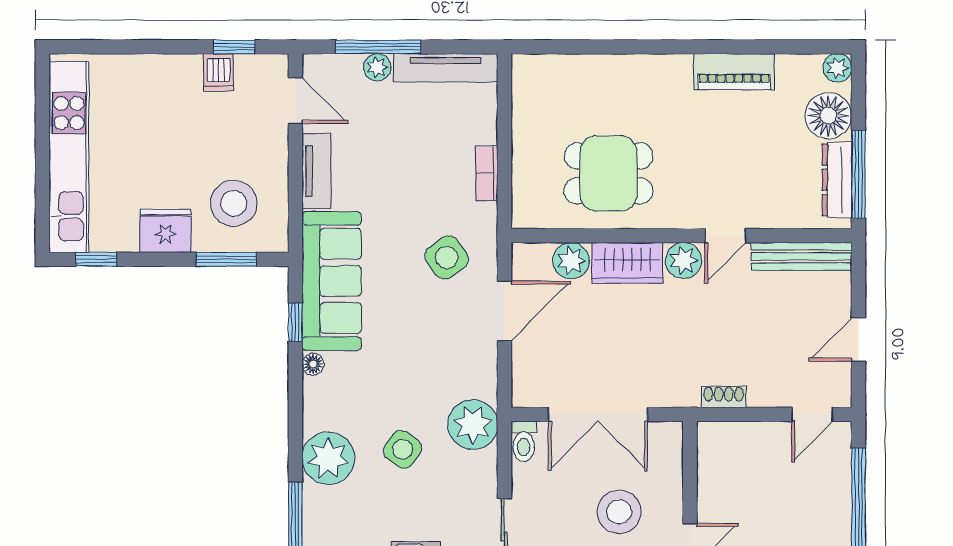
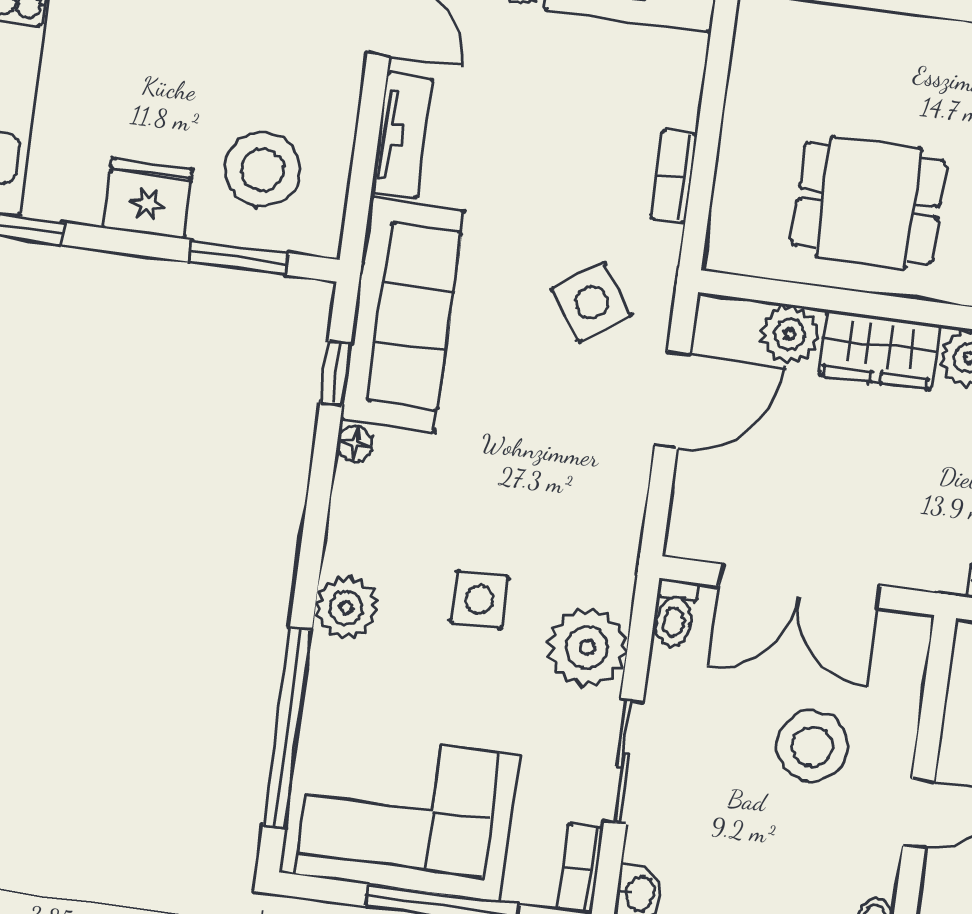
plant: (473, 424) -> (587, 647), moved
side table: (403, 449) -> (479, 599), turned -35
plant: (328, 458) -> (346, 608), width x0.73, depth x0.73

